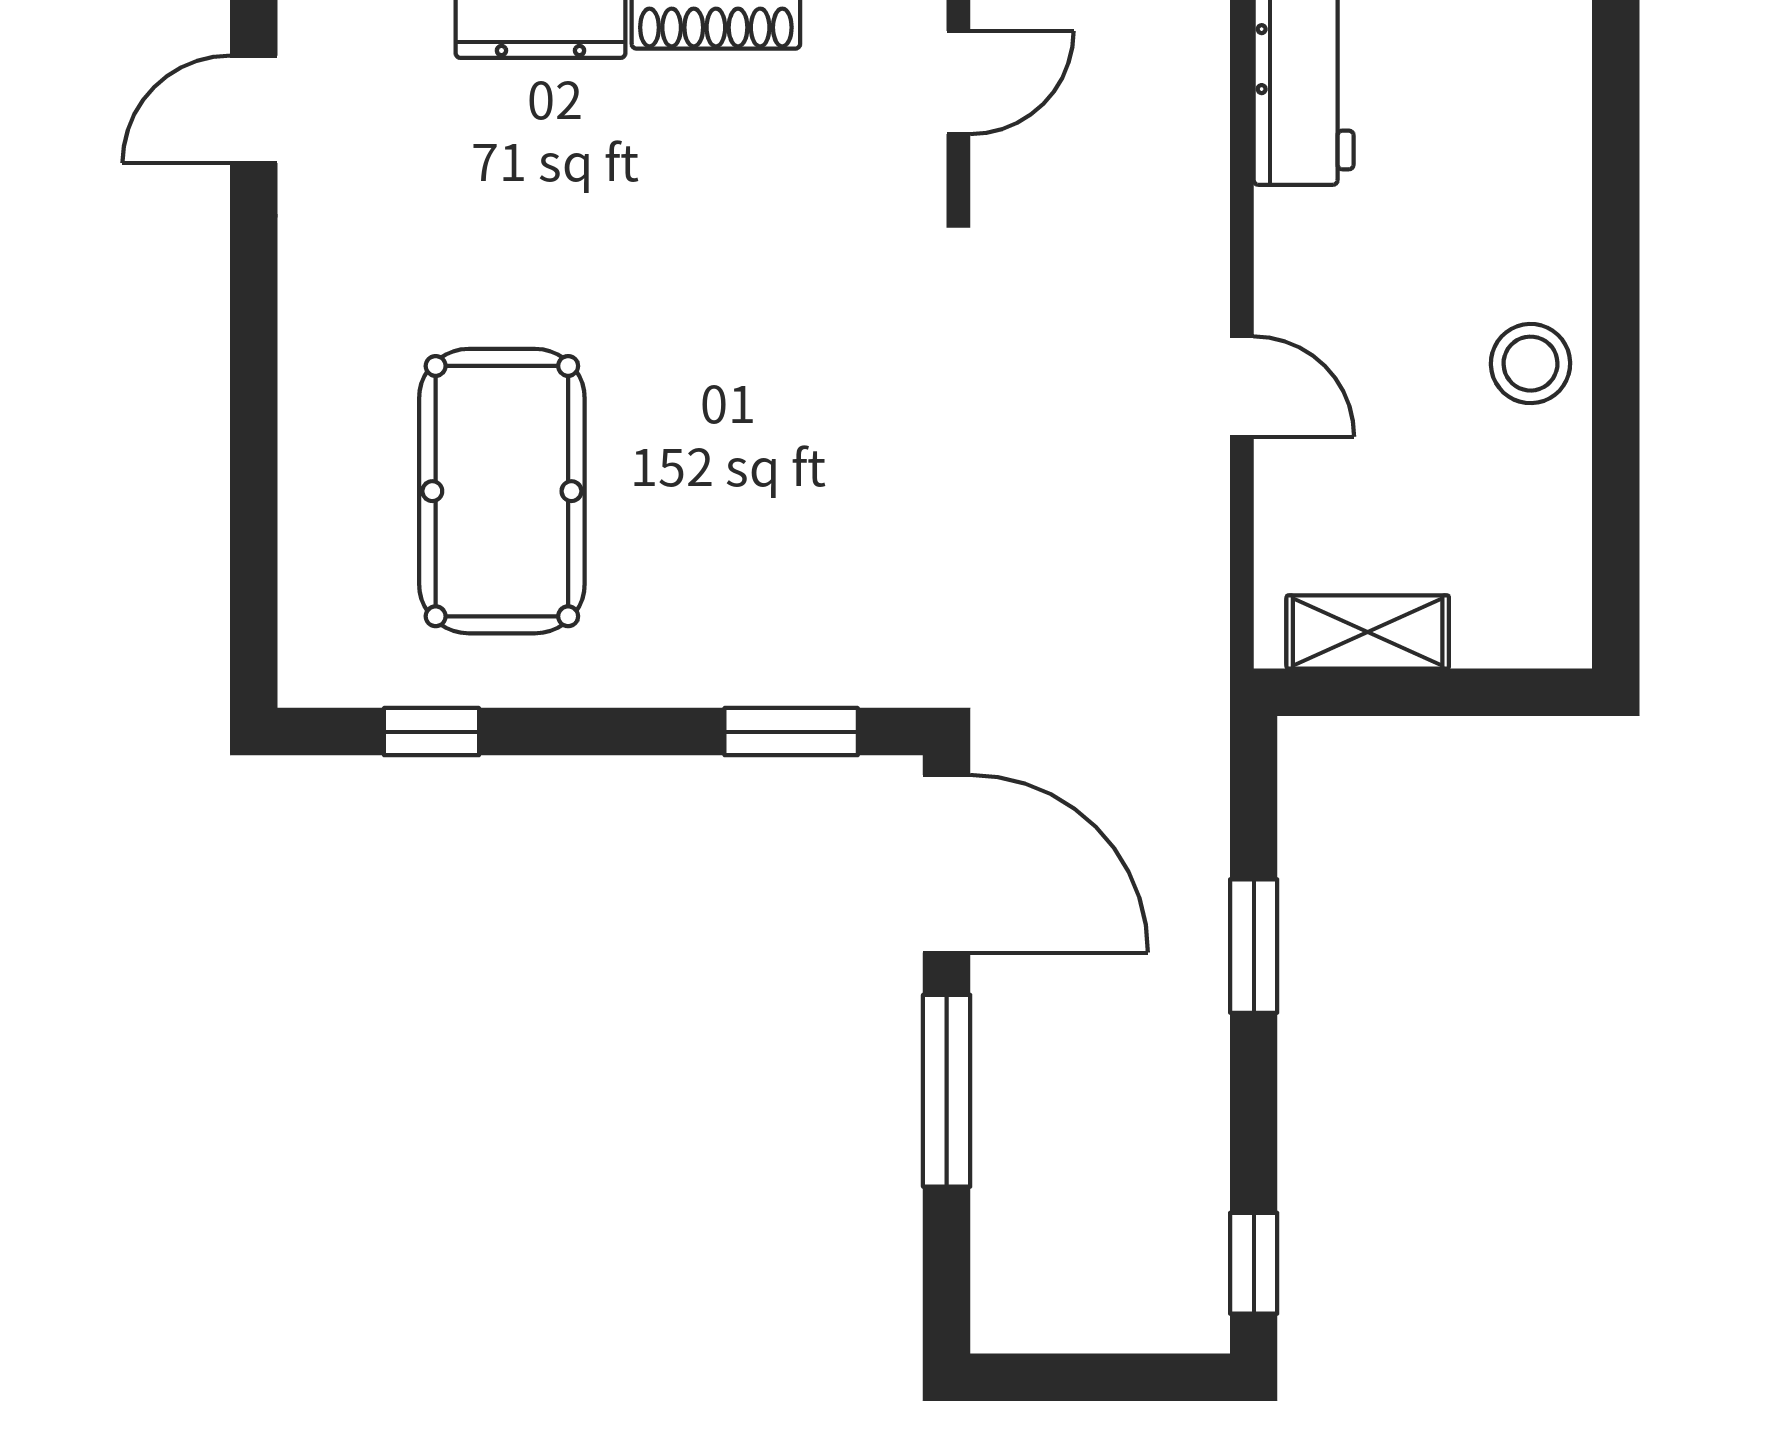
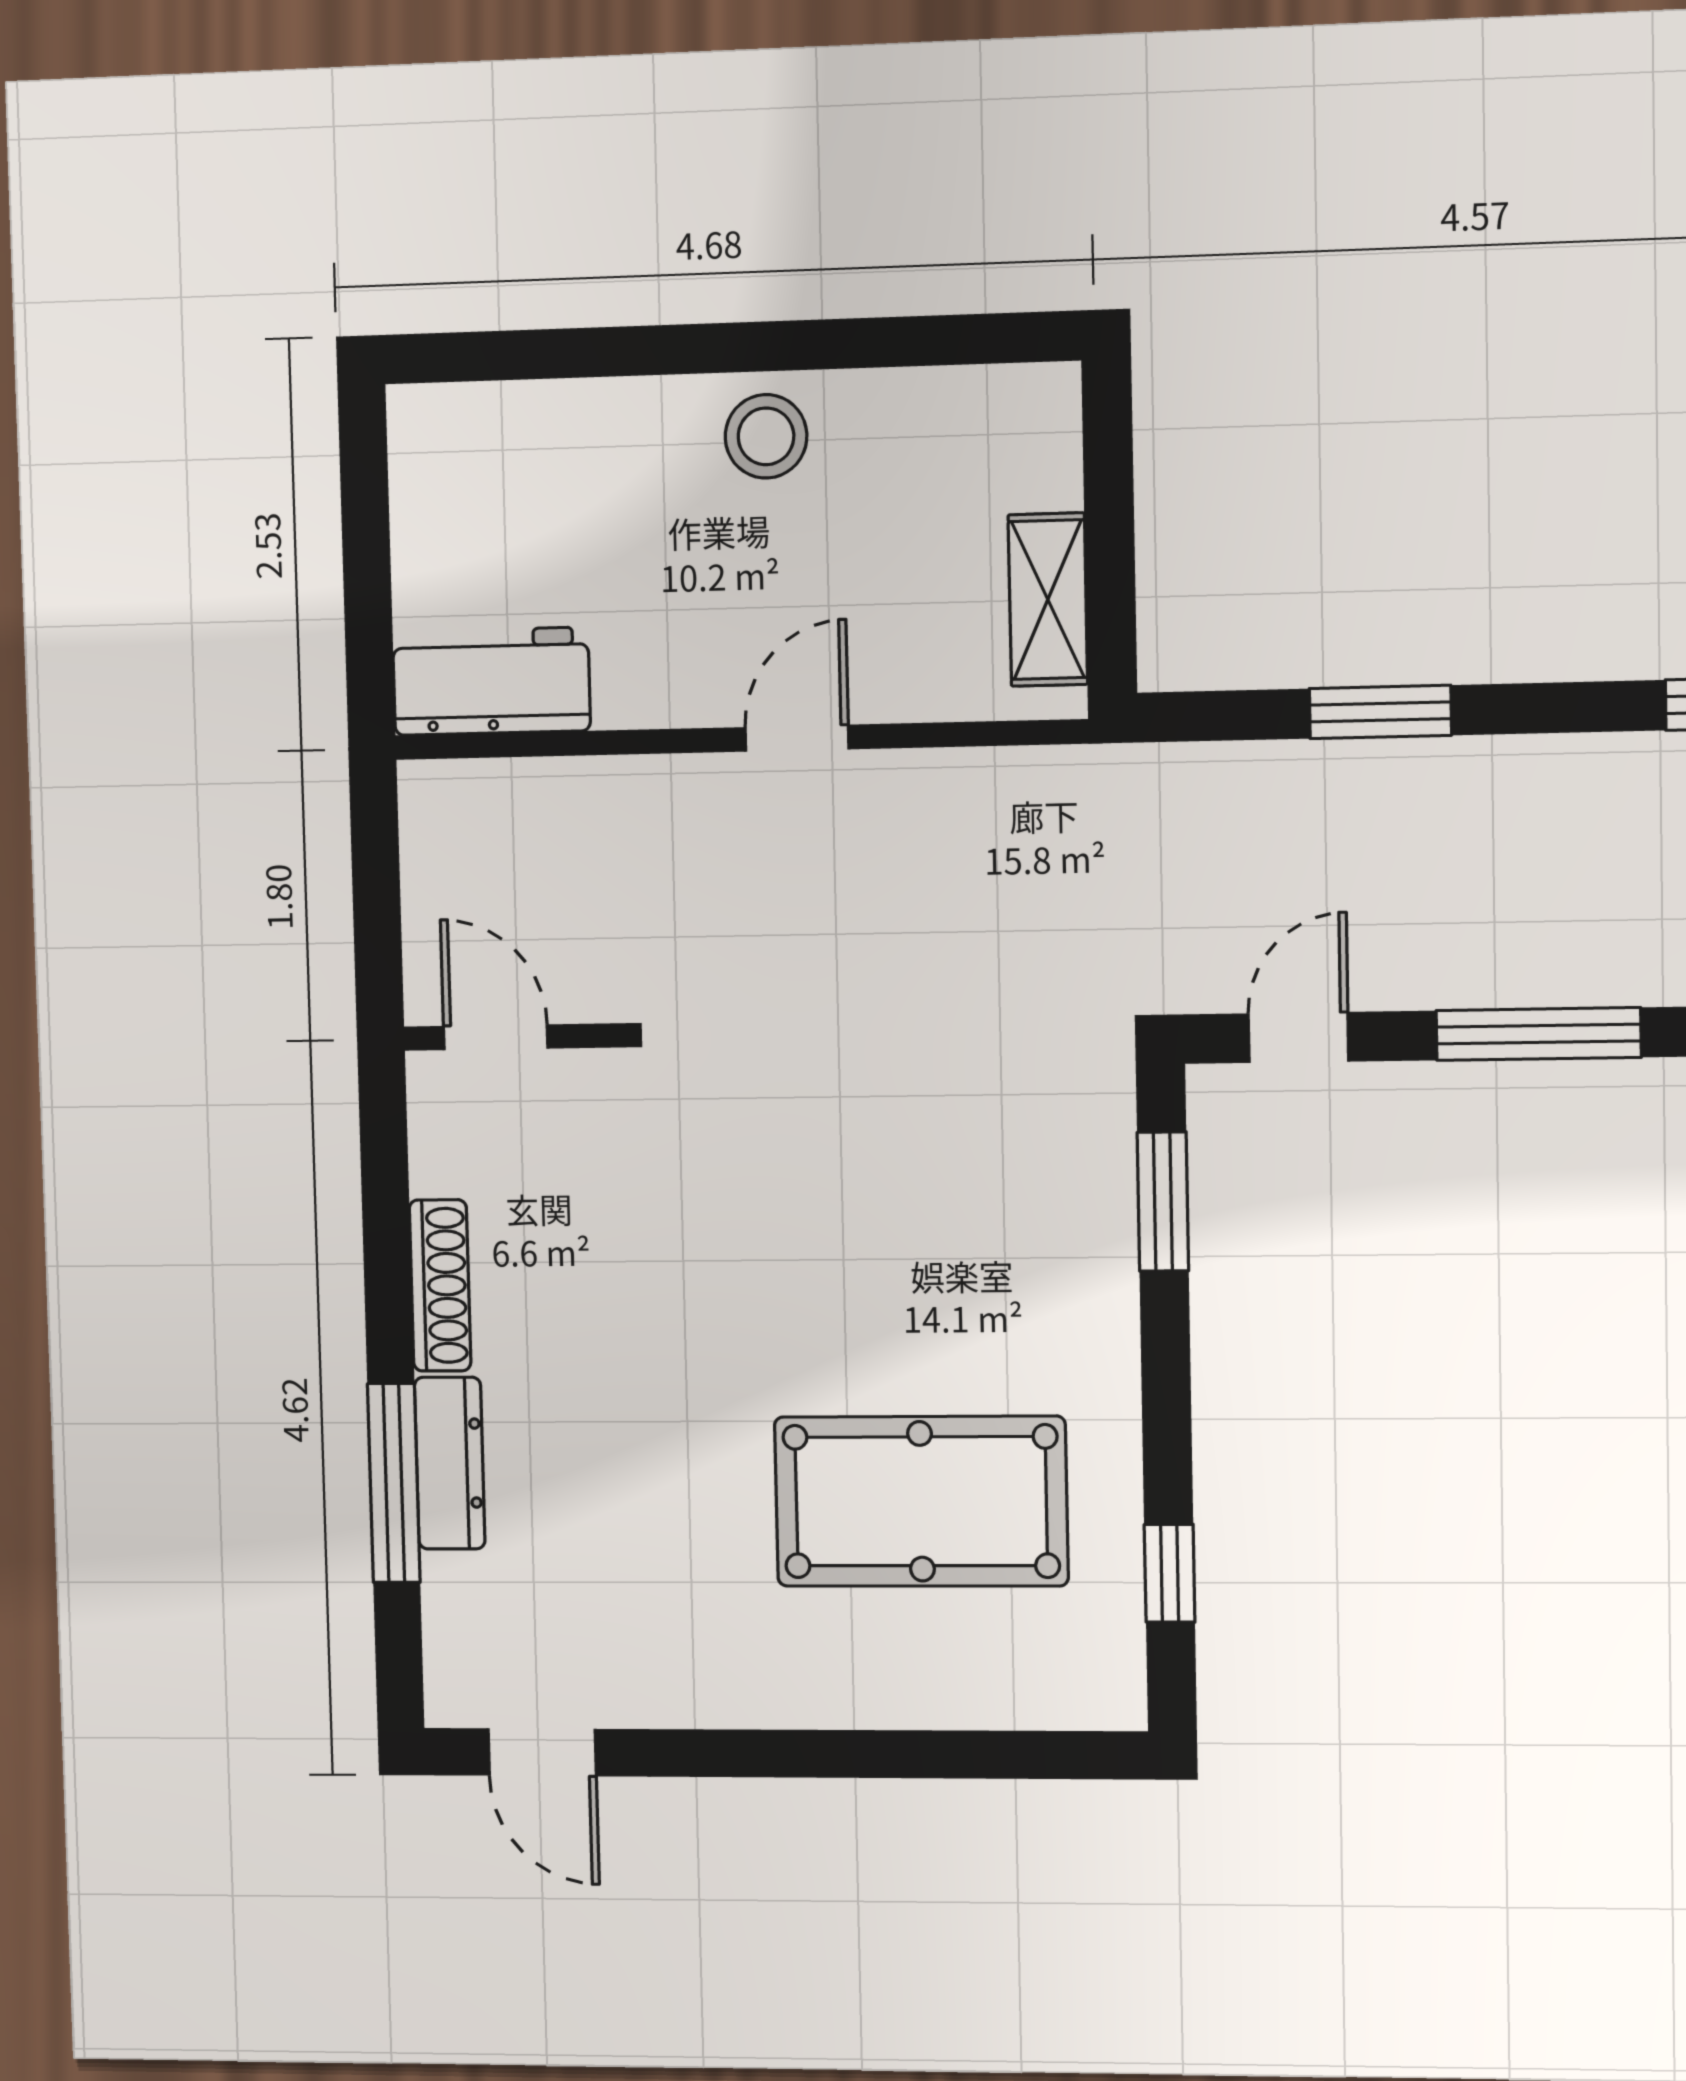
door: (947, 864) -> (1298, 1038), width x0.53

